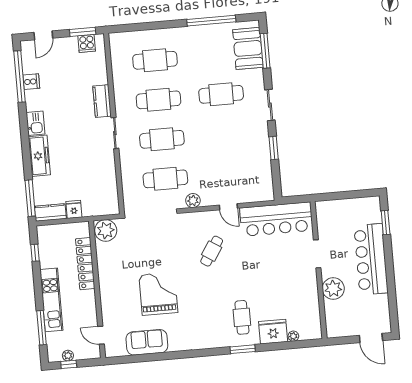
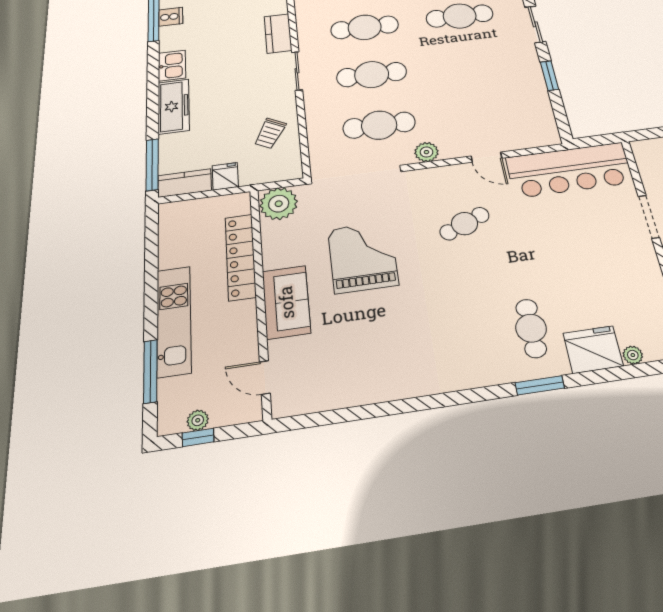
trolley: (99, 180) -> (270, 133), added
cafe table: (212, 251) -> (465, 224), turned 34
window: (35, 253) -> (152, 245), removed
grand piano: (158, 294) -> (363, 257), moved
sofa: (147, 342) -> (286, 302), moved, turned 90

